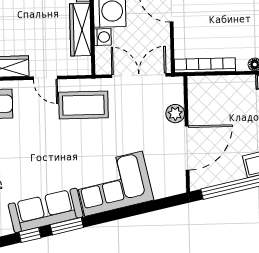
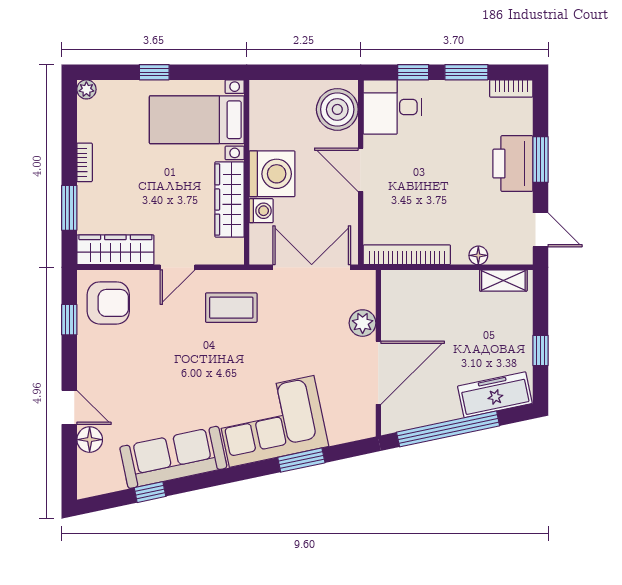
door: (45, 78) -> (177, 267), hinge flipped
coffee table: (83, 105) -> (231, 308), width x0.73, depth x0.76
window: (67, 226) -> (301, 460), moved

